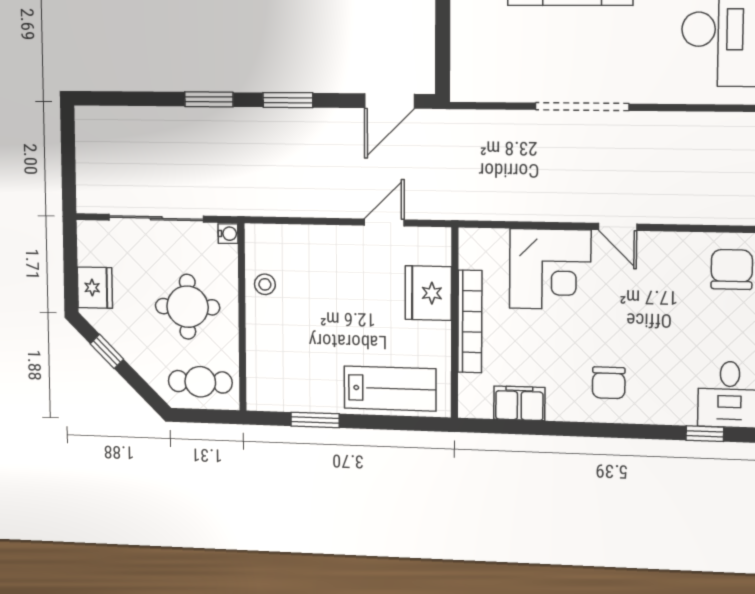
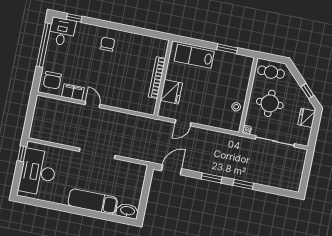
corner desk: (550, 269) -> (122, 93), removed
filing cabinet: (519, 403) -> (73, 92), moved, turned 180

